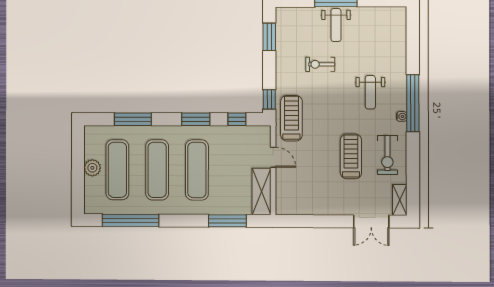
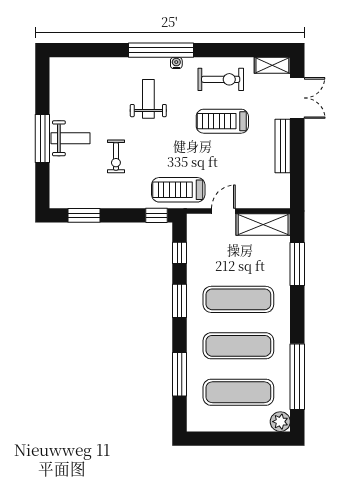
weight bench: (370, 92) -> (148, 99), turned -90
plant: (92, 168) -> (280, 422), moved
bench: (329, 209) -> (283, 146), added

